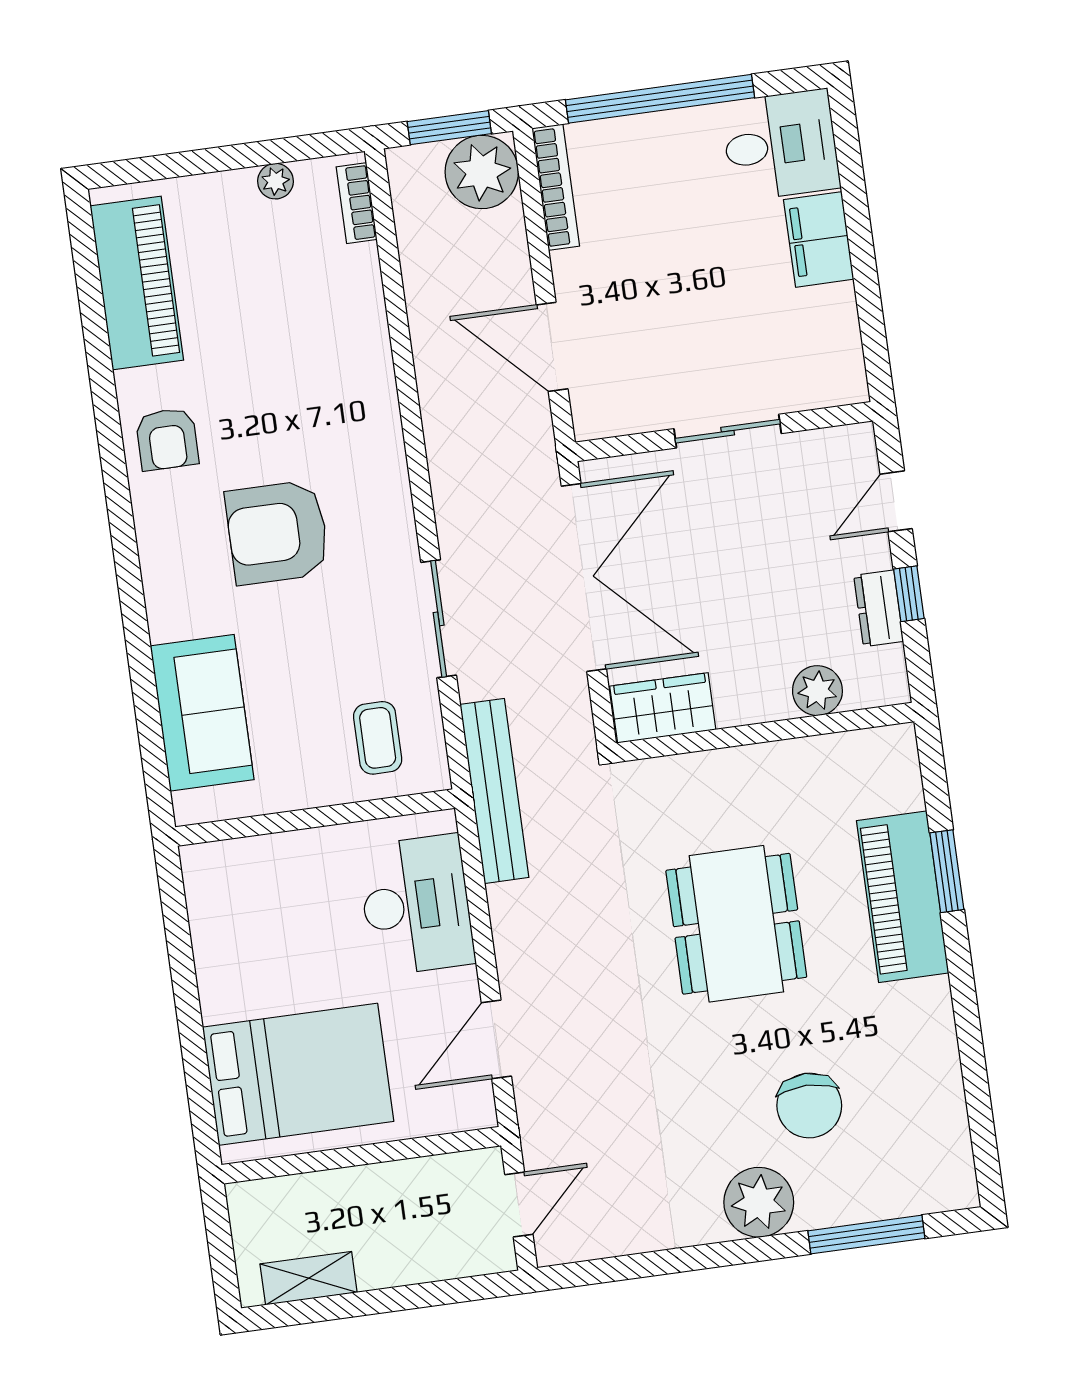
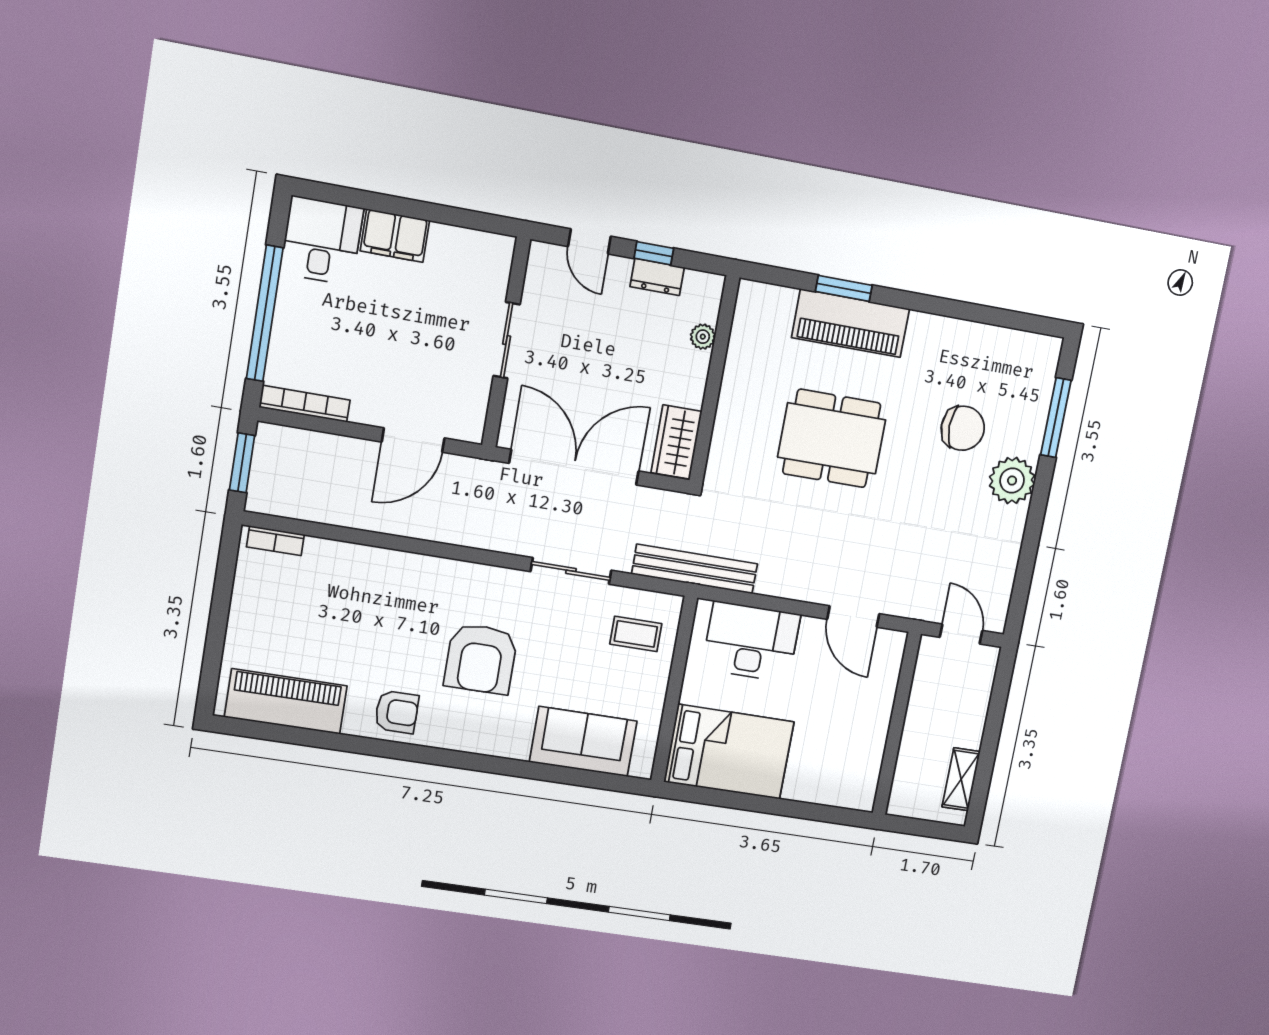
plant: (482, 172) -> (279, 450), removed
plant: (275, 181) -> (244, 590), removed
plant: (817, 691) -> (703, 337), width x0.73, depth x0.73
bed: (298, 1074) -> (729, 752), moved, turned 90

